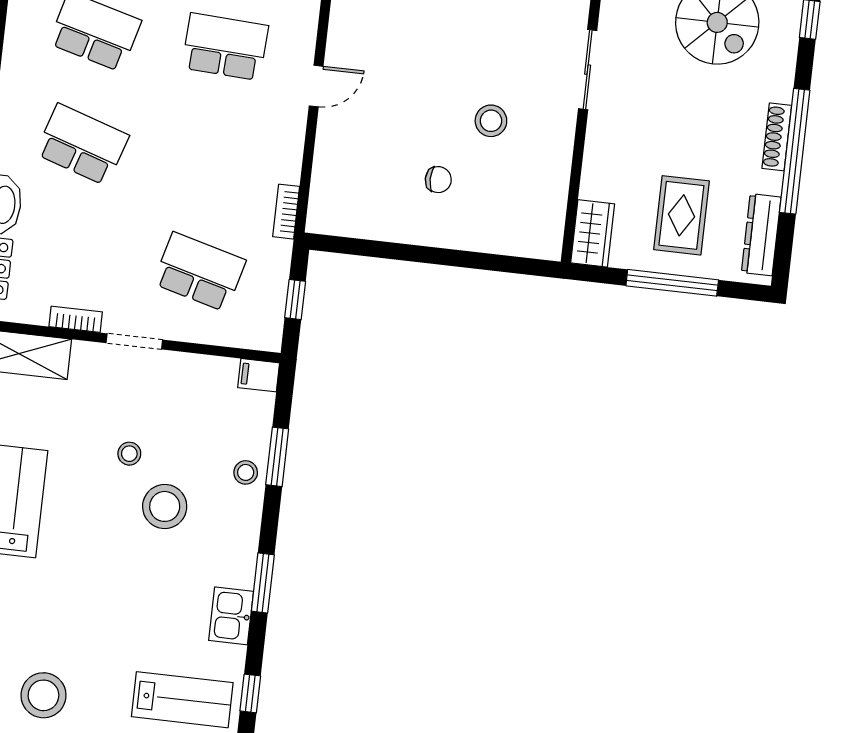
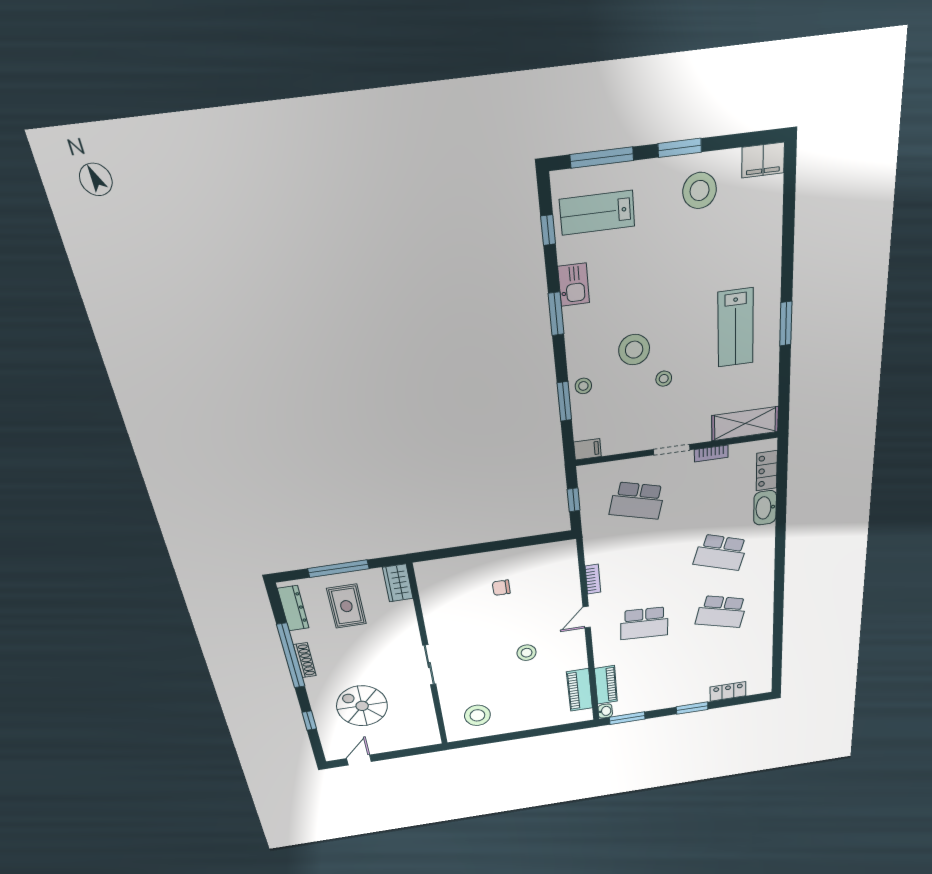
stool: (491, 121) -> (527, 653), moved
bookcase: (286, 212) -> (593, 579), moved

